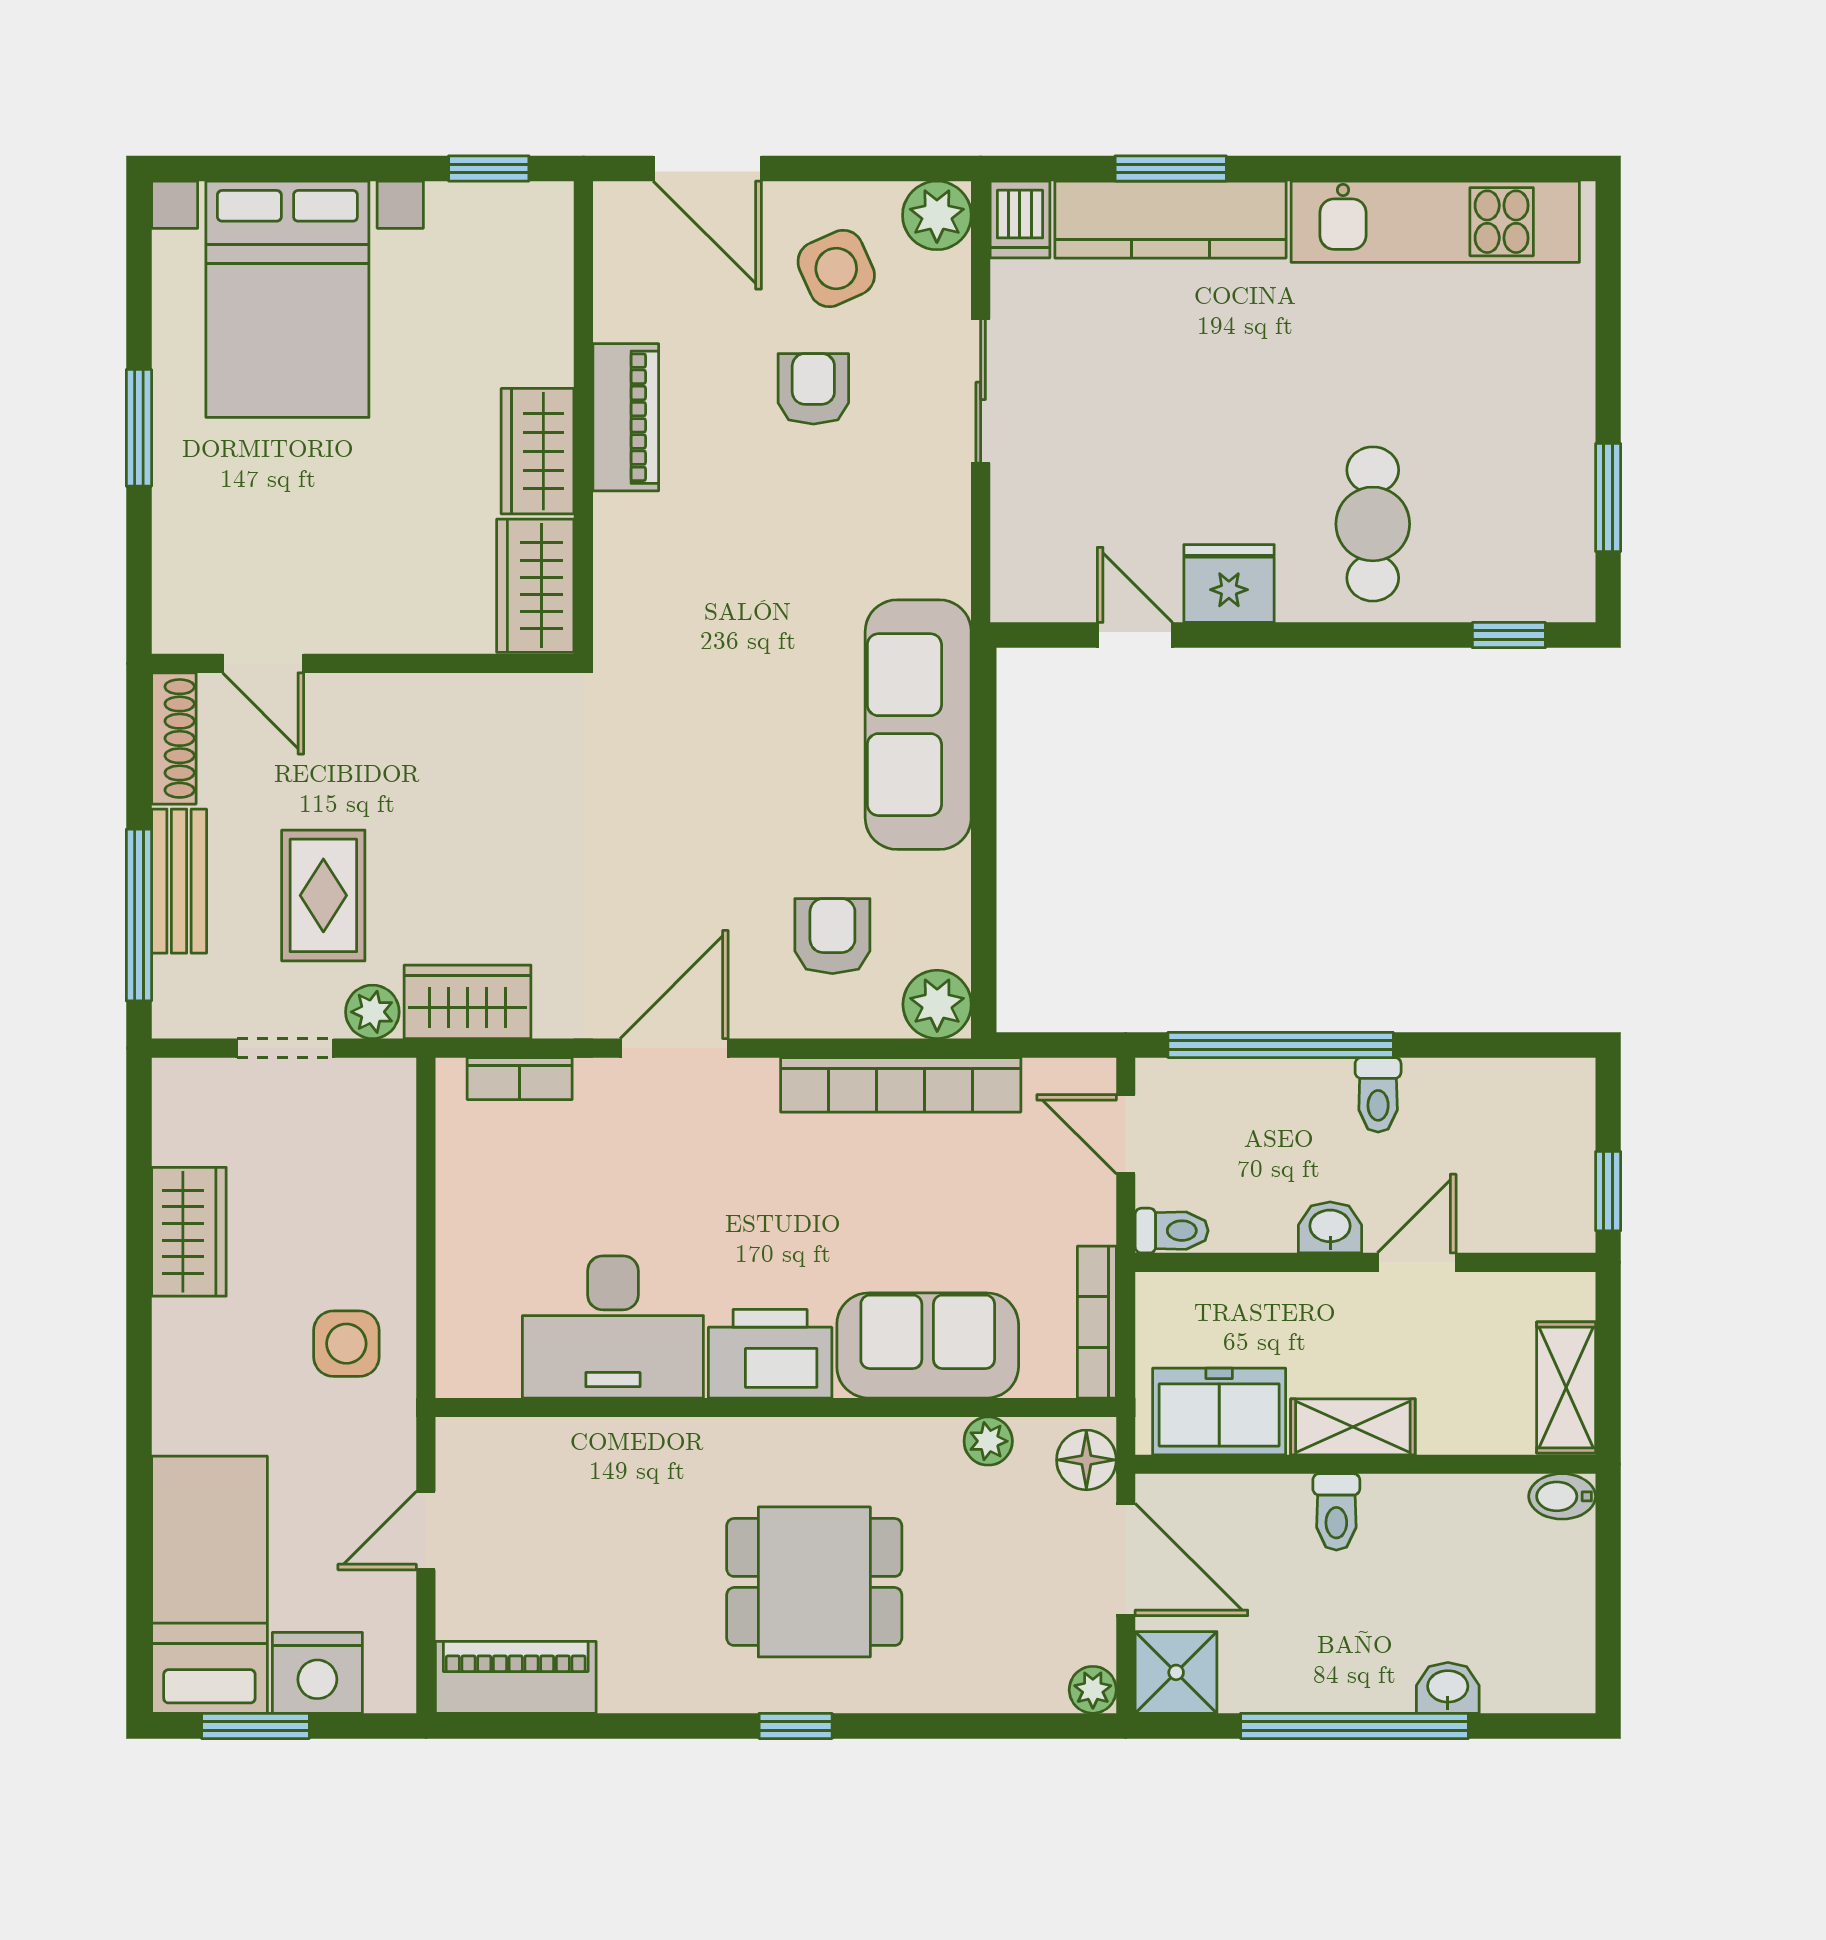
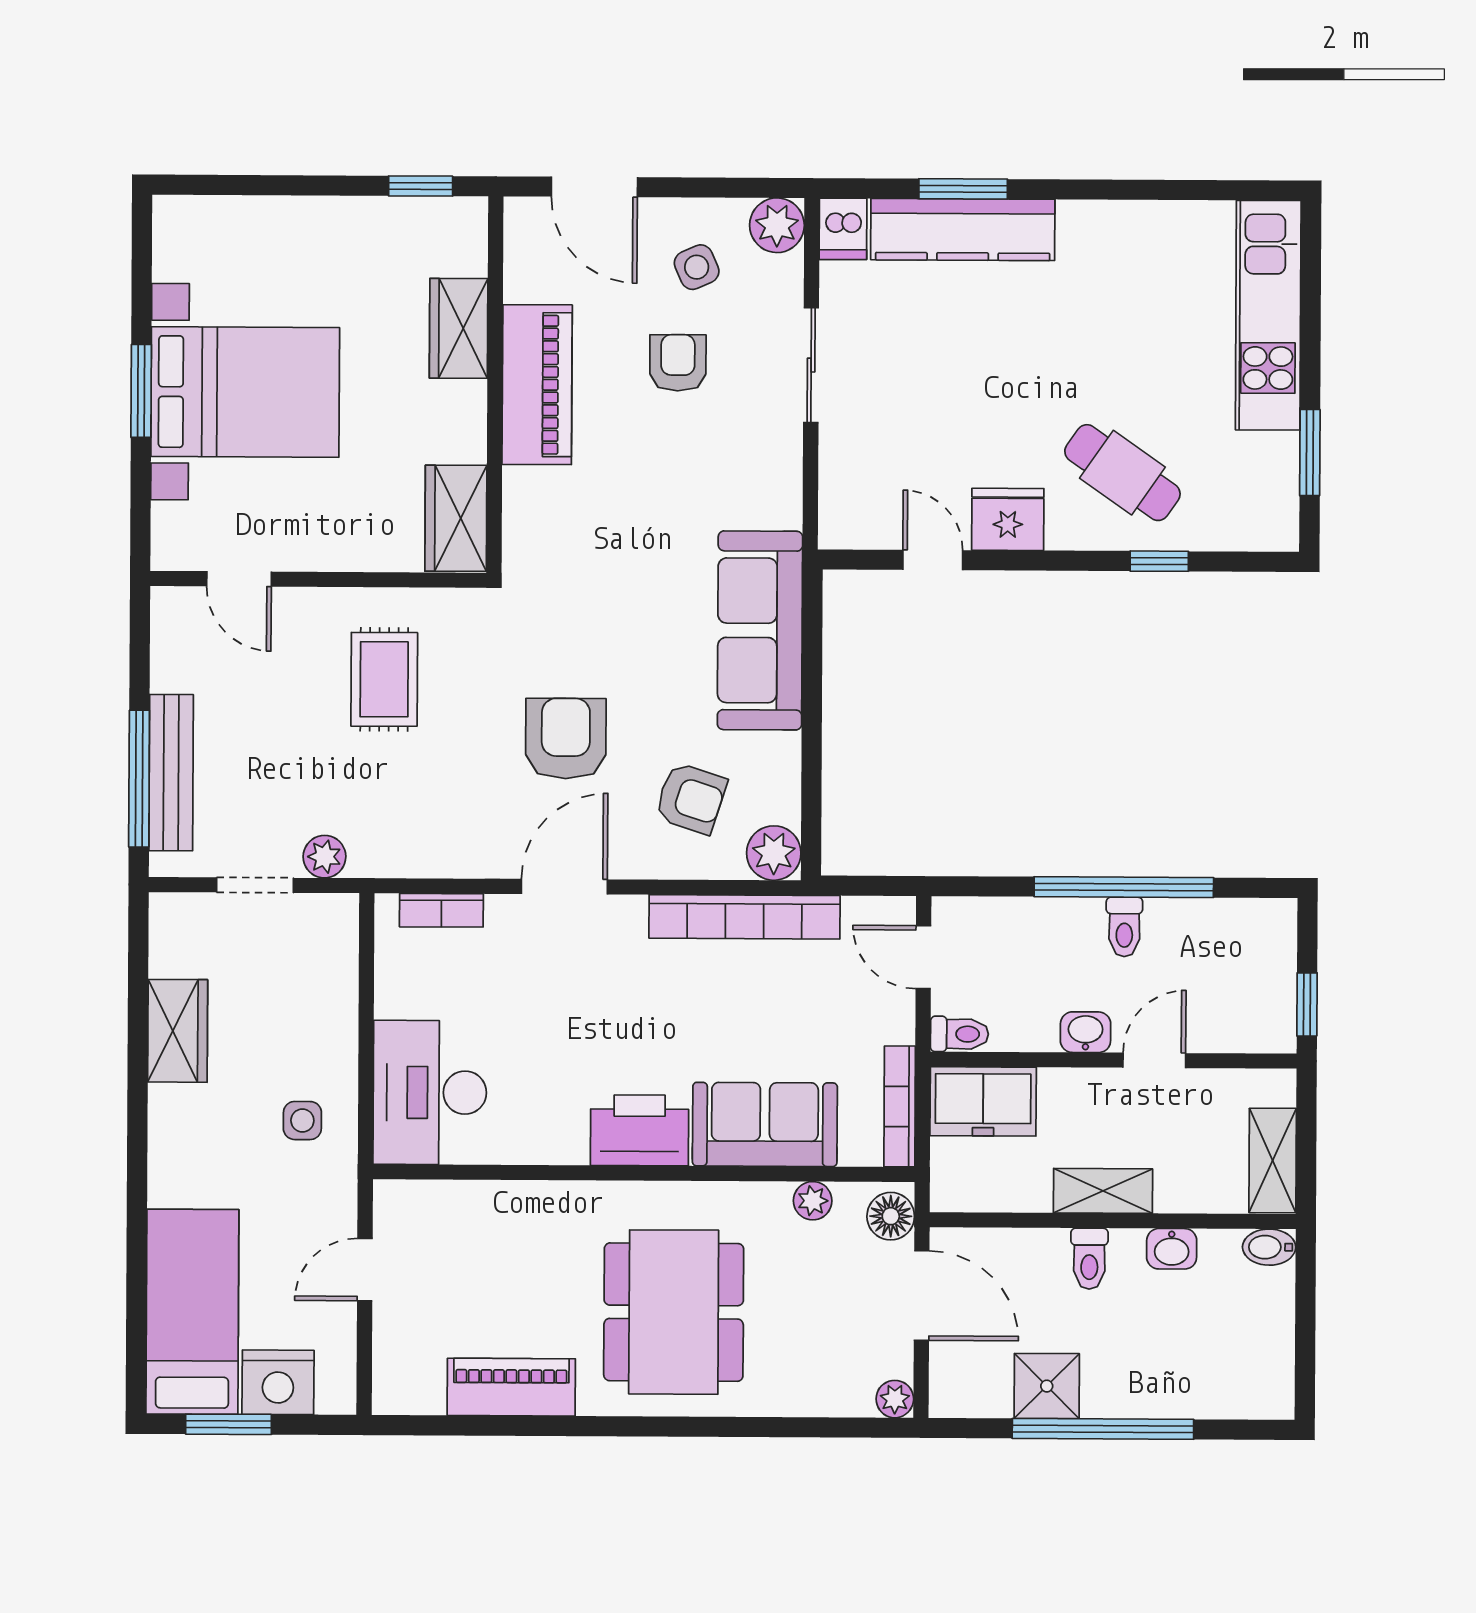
kitchen unit: (1435, 222) -> (1268, 315), moved, turned 90
side table: (836, 269) -> (697, 267), width x0.73, depth x0.73
bed with nightstands: (287, 299) -> (245, 392), moved, turned -90
piano: (626, 417) -> (537, 385), width x1.37, depth x1.33
wardrobe: (538, 451) -> (459, 328), moved
cafe table: (1373, 524) -> (1122, 473), turned -55
window: (1509, 635) -> (1159, 561), moved
shoe rack: (174, 738) -> (168, 638), removed
armchair: (675, 862) -> (566, 738), added
bench: (179, 881) -> (171, 773), width x1.36
rug: (323, 895) -> (384, 679), moved
armchair: (832, 936) -> (691, 798), turned 108
wardrobe: (468, 1002) -> (400, 849), removed
window: (1281, 1045) -> (1124, 887), moved
desk: (613, 1327) -> (430, 1092), moved, turned 90
side table: (346, 1344) -> (302, 1121), width x0.73, depth x0.73
freezer: (1219, 1411) -> (983, 1101), moved, turned 180
dining table: (814, 1582) -> (674, 1312), width x1.38
shower: (1176, 1672) -> (1047, 1386), moved
piano: (516, 1677) -> (511, 1387), moved
washbasin: (1448, 1688) -> (1172, 1249), moved, turned 180
window: (796, 1726) -> (658, 1427), removed

